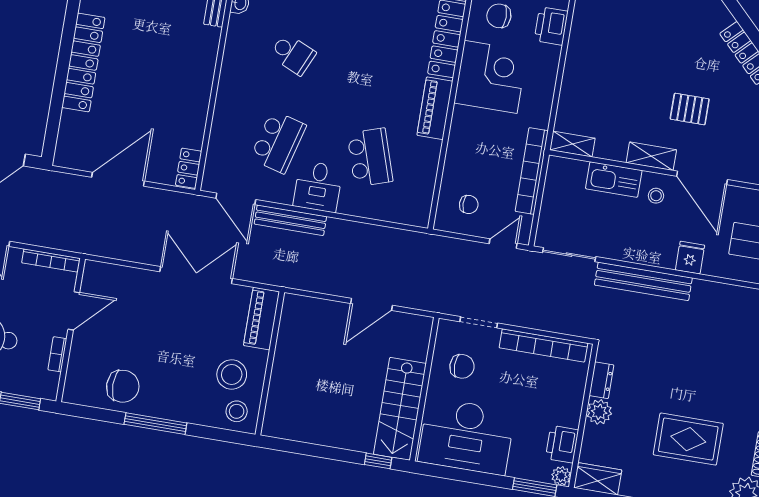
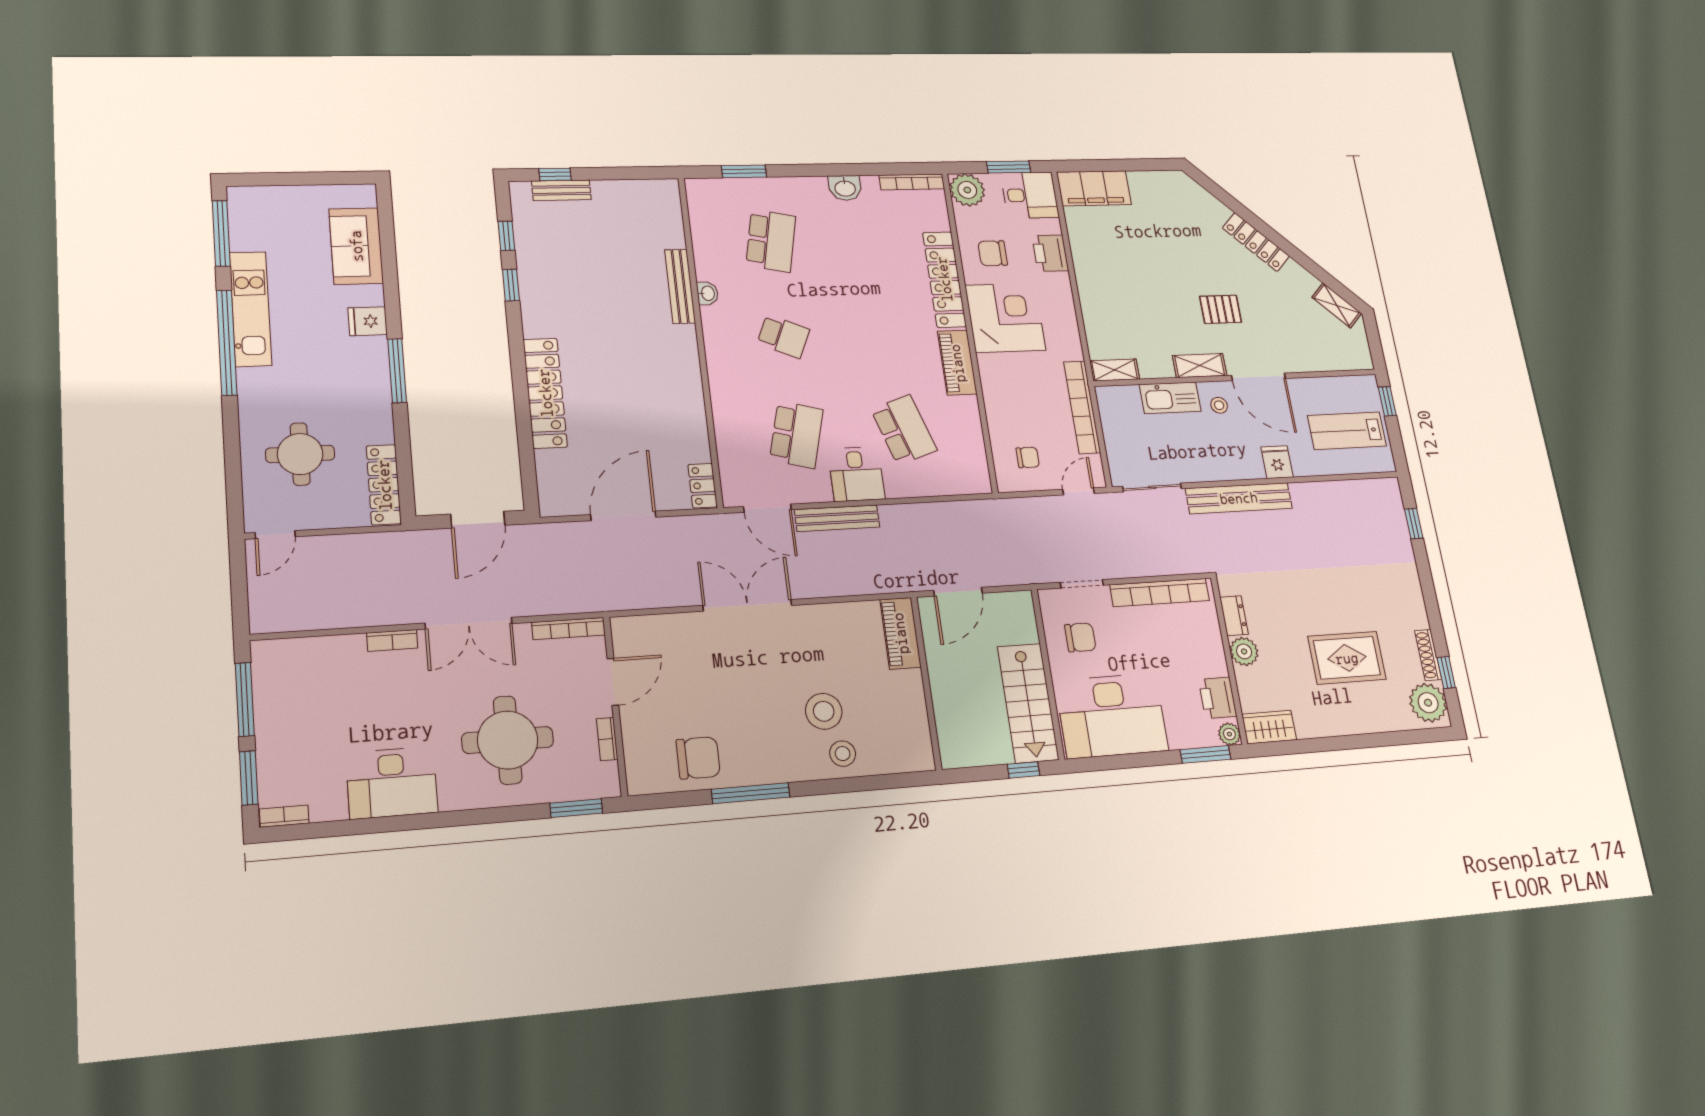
piano: (262, 319) -> (900, 633), moved
wall: (270, 363) -> (926, 683), moved

